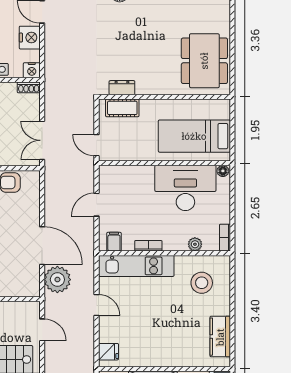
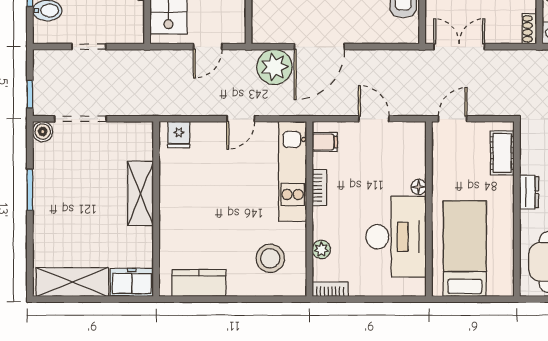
dresser: (122, 88) -> (529, 192), moved
floor lamp: (223, 171) -> (419, 187), moved

